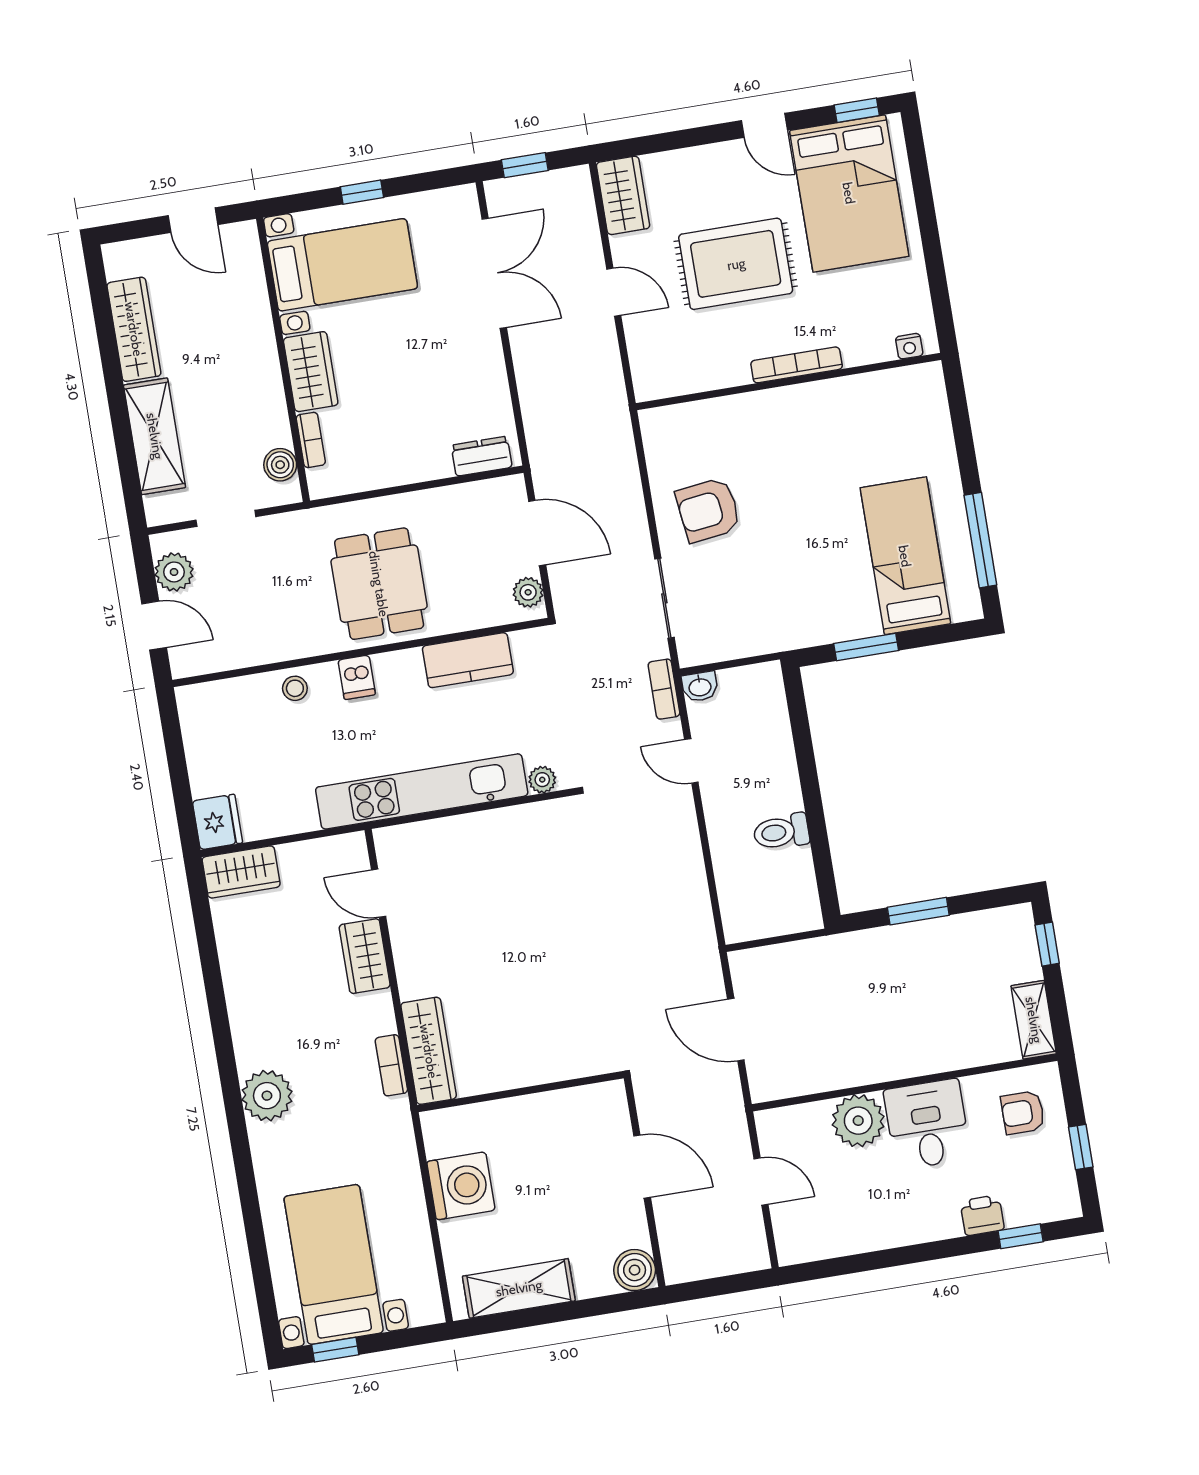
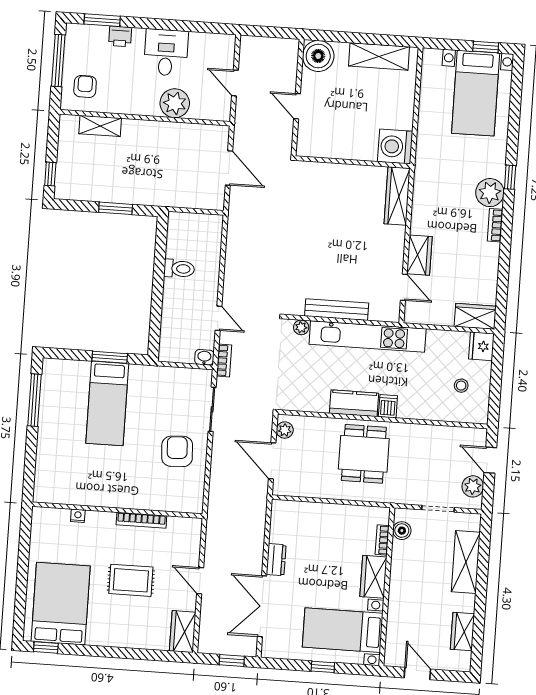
door: (764, 125) -> (98, 651), removed
rug: (736, 264) -> (131, 580), width x0.73, depth x0.70
wardrobe: (134, 329) -> (463, 632), width x0.67
nightstand: (909, 346) -> (78, 516), moved
bookcase: (797, 365) -> (141, 520), moved
dresser: (482, 456) -> (276, 560), moved, turned -90
armchair: (708, 510) -> (177, 451), turned -86
bed: (905, 556) -> (107, 403), moved
kitchen counter: (468, 660) -> (354, 403), moved
stool: (295, 688) -> (461, 386), moved
bench: (487, 826) -> (337, 310), added
shelving: (1034, 1020) -> (100, 126), moved, turned 90
bookcase: (391, 1065) -> (495, 225), moved, turned 180
armchair: (1023, 1113) -> (85, 86), turned -90
desk: (927, 1124) -> (166, 53), moved, turned 180
window: (238, 1131) -> (510, 177), added
window: (1081, 1147) -> (58, 61), width x2.17
door: (642, 1167) -> (297, 106), width x0.73
washing machine: (461, 1186) -> (395, 147), moved
window: (1021, 1236) -> (102, 20), width x1.50
boiler: (635, 1270) -> (318, 56), width x1.37, depth x1.37

